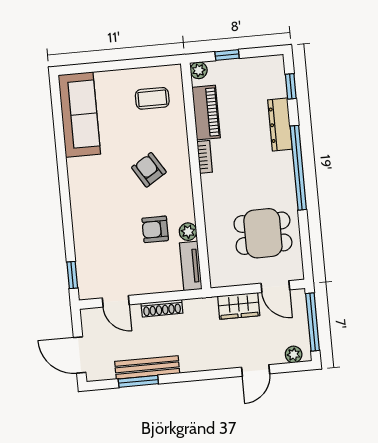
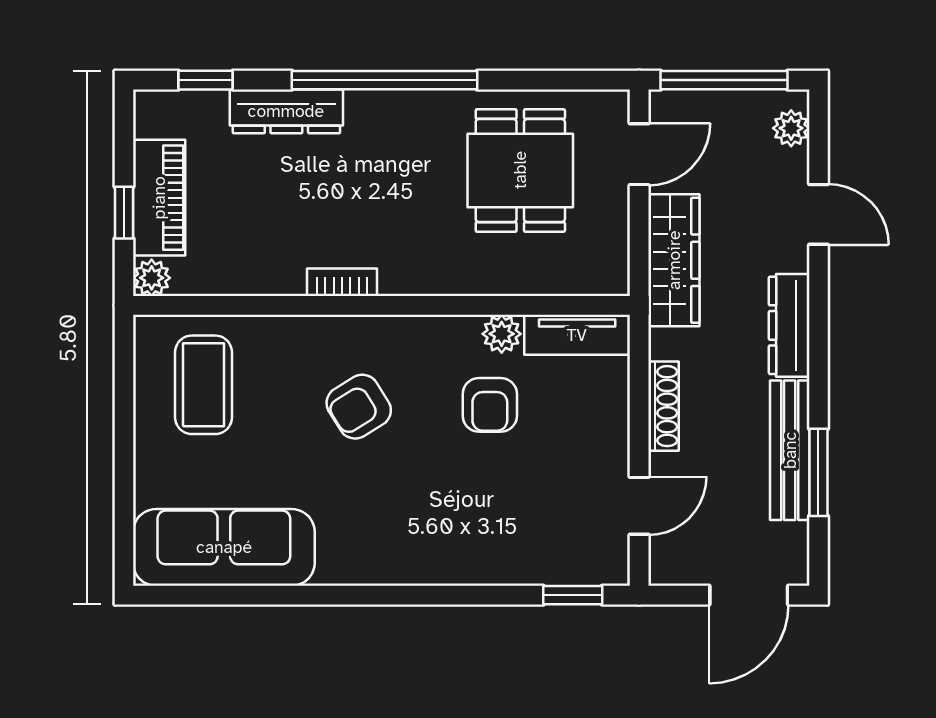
coffee table: (152, 98) -> (204, 385), width x1.36, depth x1.30
piano: (206, 113) -> (159, 198), moved, turned 90
wardrobe: (239, 306) -> (674, 260), width x1.50
dresser: (204, 362) -> (789, 325), added

